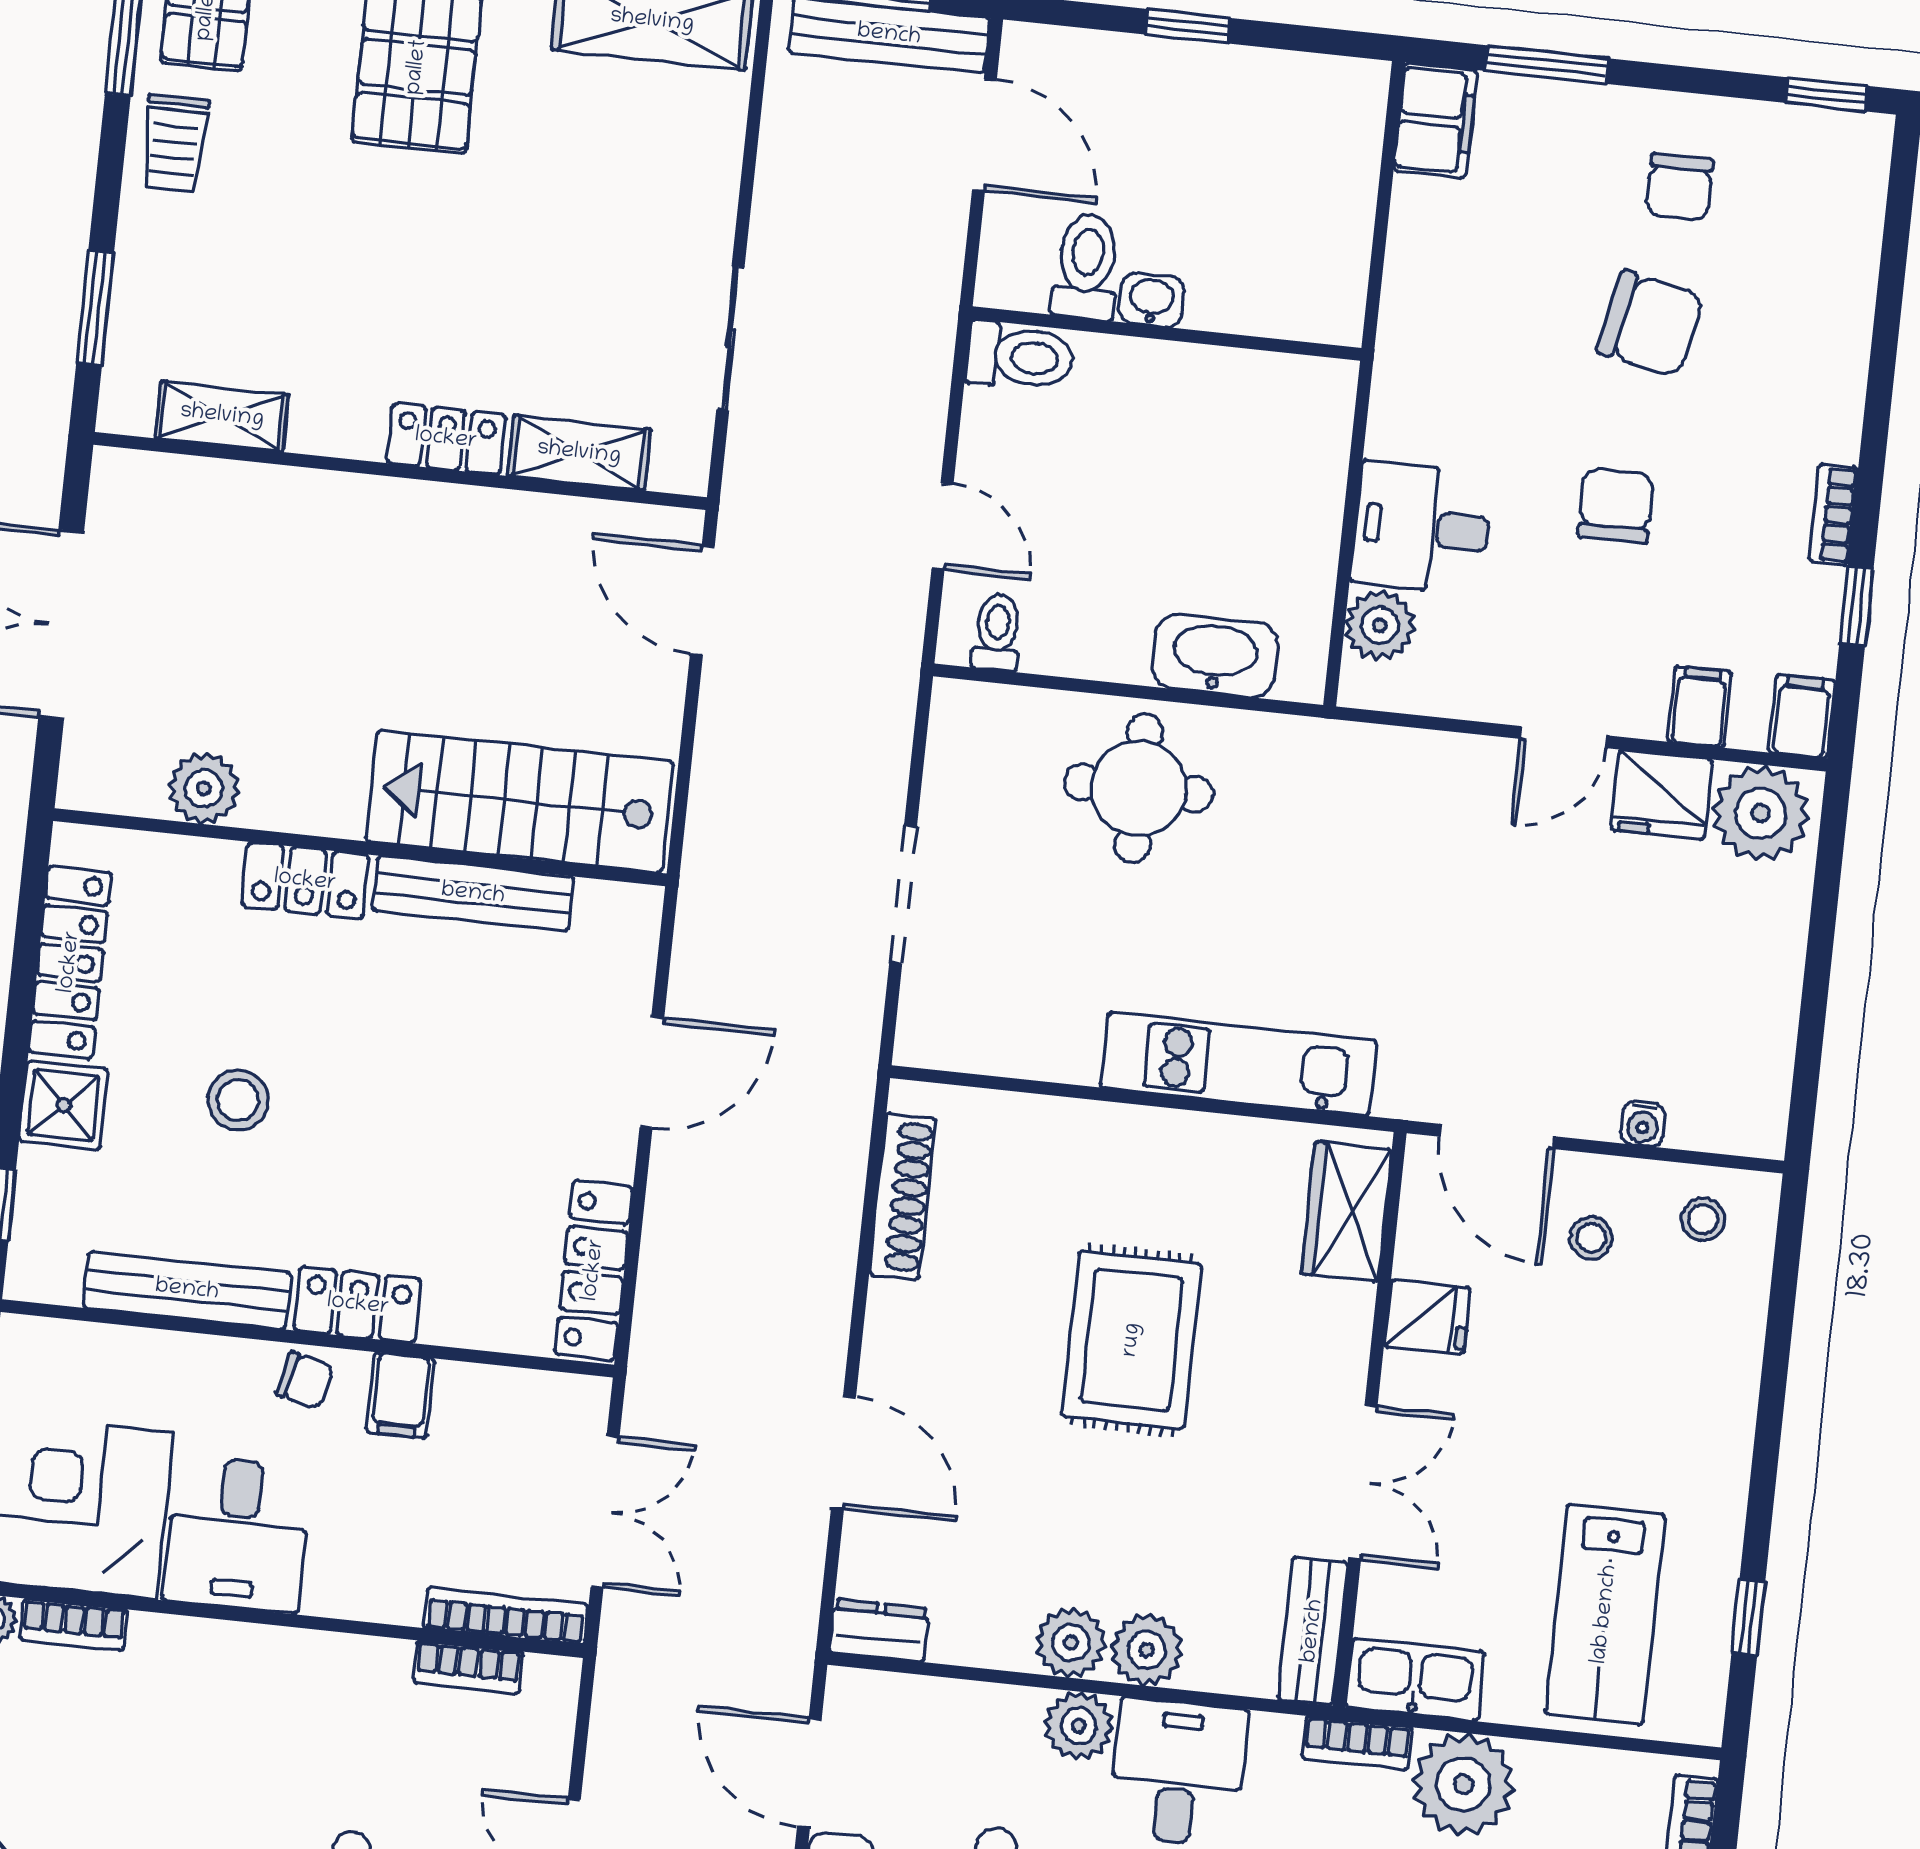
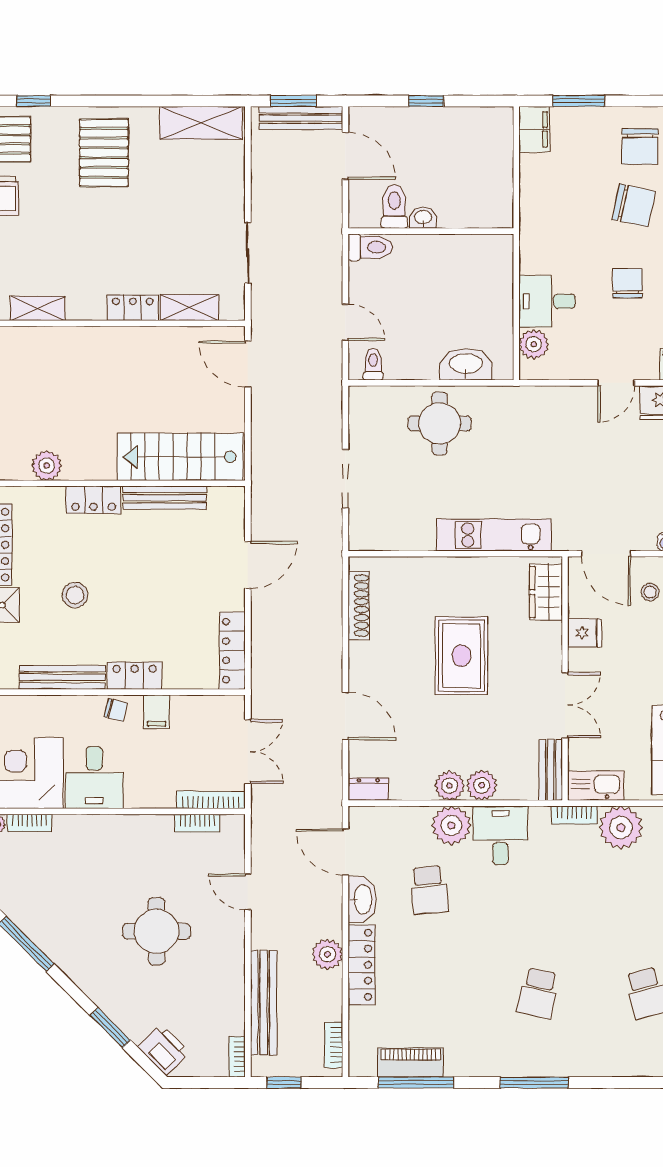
chair: (1680, 187) -> (640, 146), width x1.37, depth x1.37
plant: (1079, 1726) -> (451, 826), width x1.36, depth x1.36

